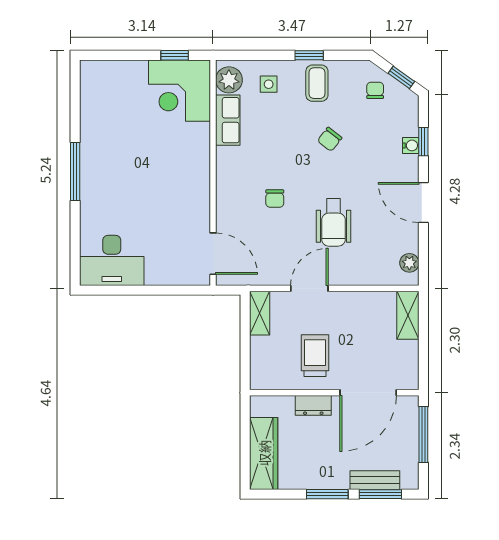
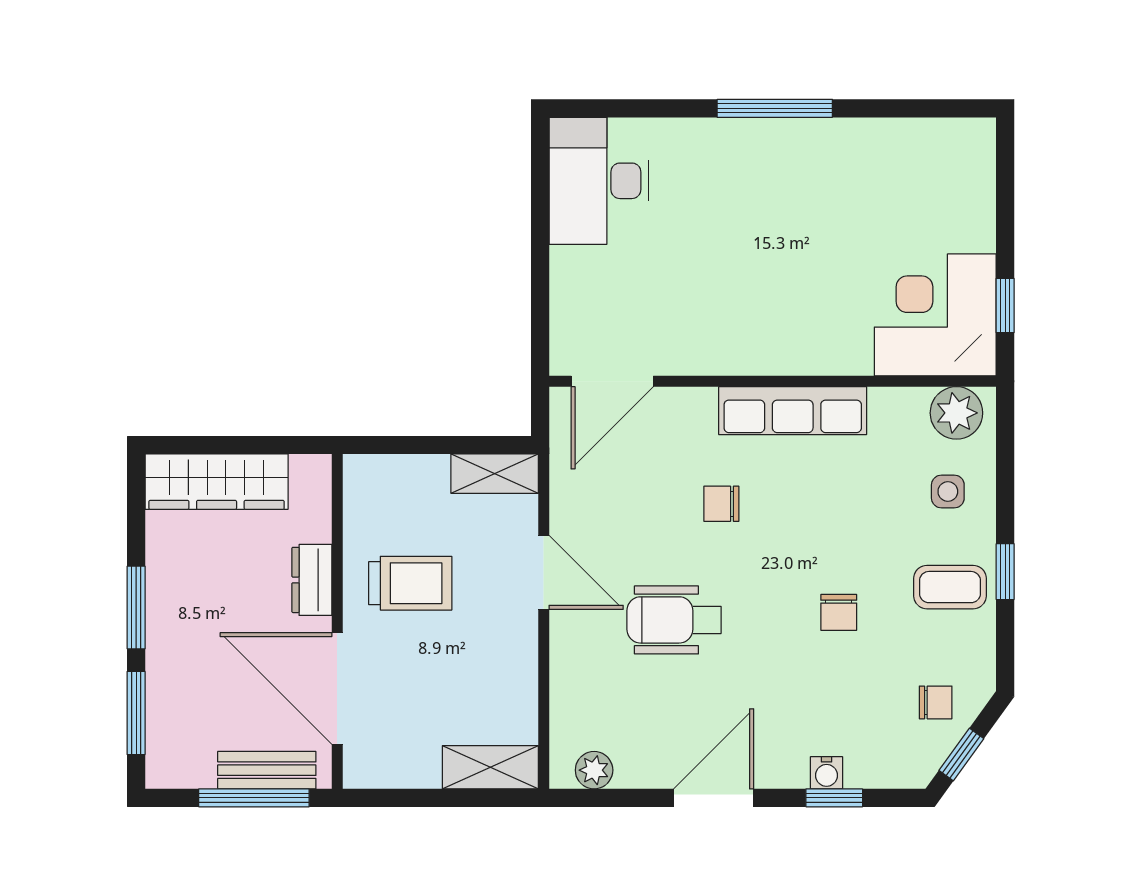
row of seats: (228, 120) -> (793, 411), moved, width x1.48
chair: (330, 139) -> (839, 612), turned -128
bench: (375, 480) -> (267, 770), moved, turned 90

